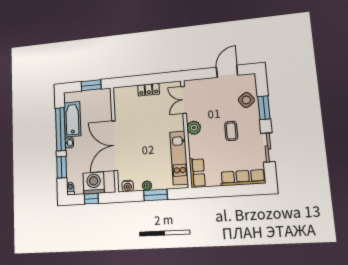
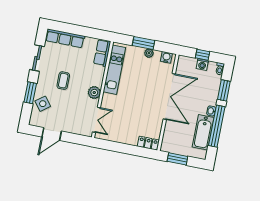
locker: (149, 90) -> (148, 143), moved
washing machine: (94, 183) -> (202, 65), width x0.53, depth x0.53

